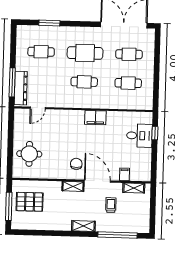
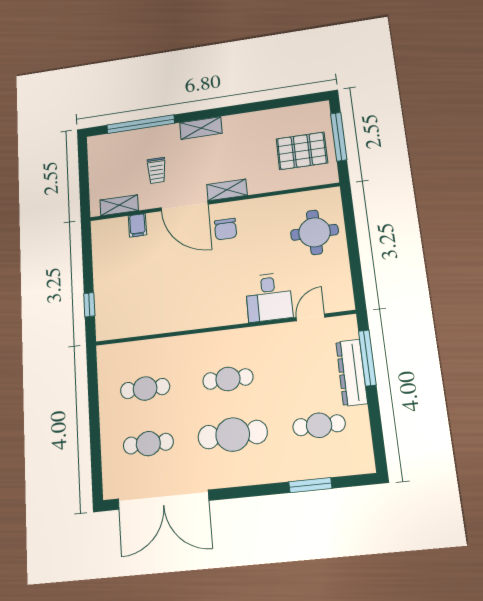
dresser: (21, 88) -> (352, 372), moved
filing cabinet: (95, 118) -> (200, 316), removed
desk: (139, 136) -> (269, 297), moved, turned -90

